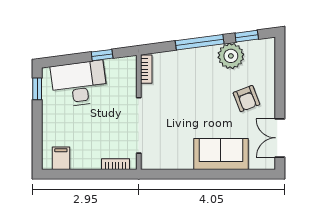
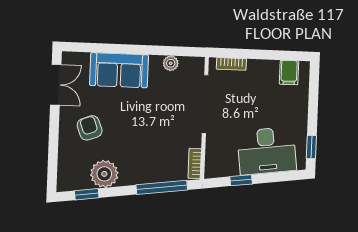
window: (200, 42) -> (162, 187), moved
plant: (173, 163) -> (171, 63), added

